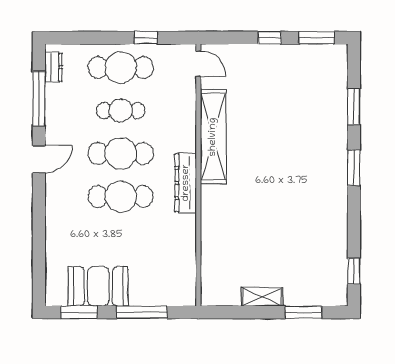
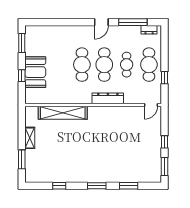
shelving: (213, 137) -> (63, 113), moved
door: (39, 159) -> (101, 22), hinge flipped
dresser: (186, 183) -> (108, 98), moved
window: (354, 271) -> (59, 186), moved
booth: (98, 286) -> (35, 72), moved
window: (142, 312) -> (22, 76), width x0.46

